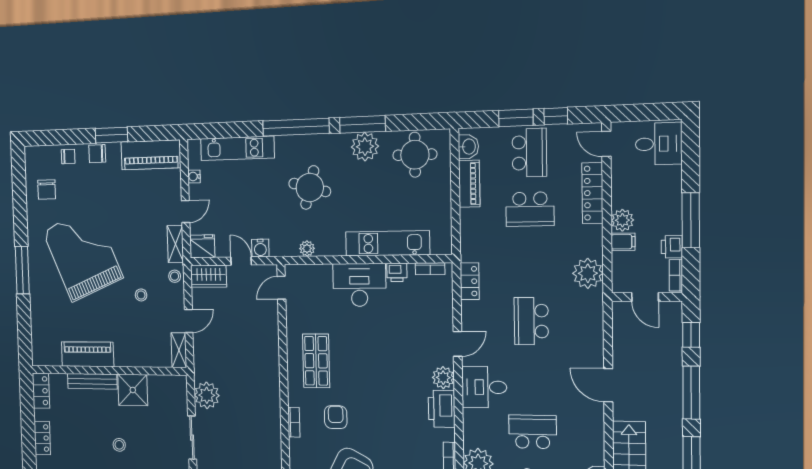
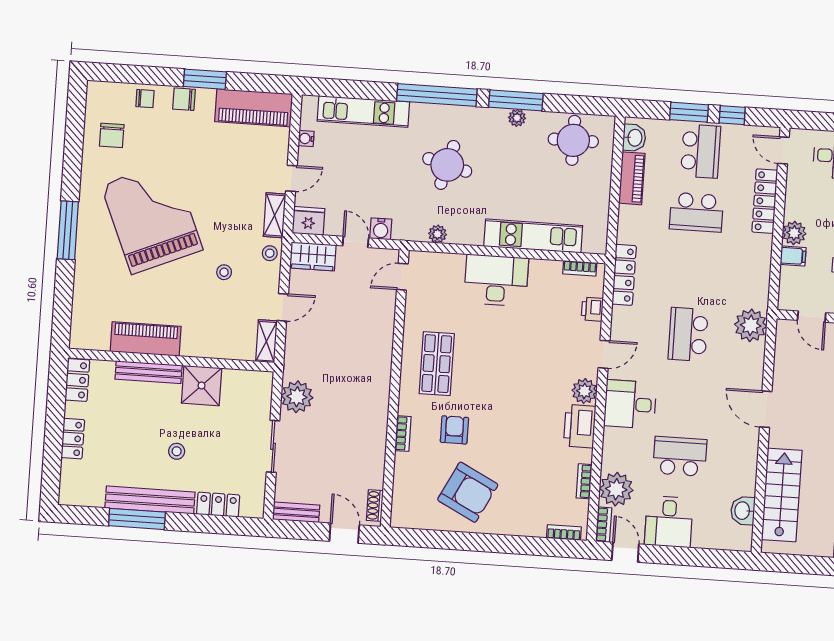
plant: (365, 147) -> (517, 118), width x0.53, depth x0.53
printer: (397, 272) -> (592, 309), moved, turned 90
plant: (588, 273) -> (751, 325), moved
locker: (470, 281) -> (624, 275), width x1.53

